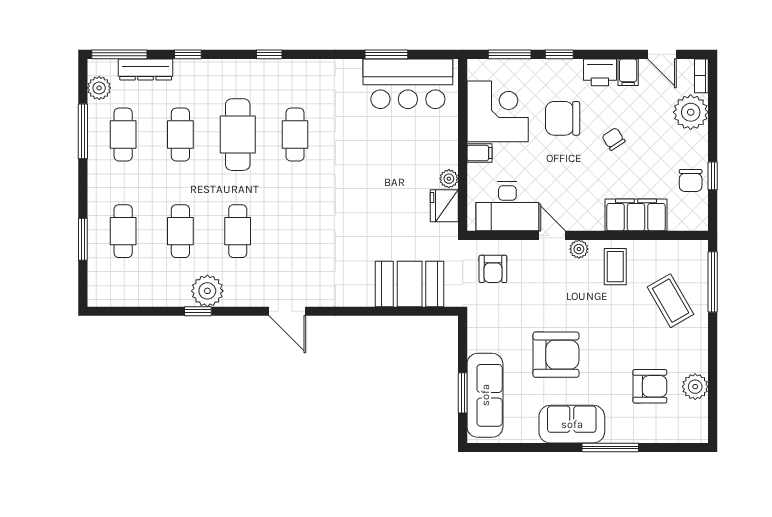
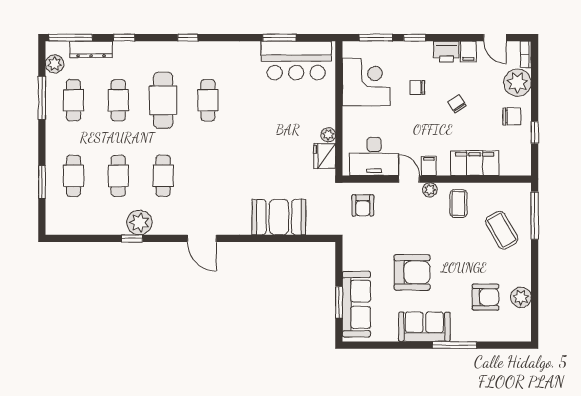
chair: (563, 118) -> (417, 88), width x0.54, depth x0.54
filing cabinet: (479, 153) -> (429, 166), moved, turned -90
chair: (691, 180) -> (512, 116), moved, turned -90
booth: (410, 284) -> (279, 217), moved

